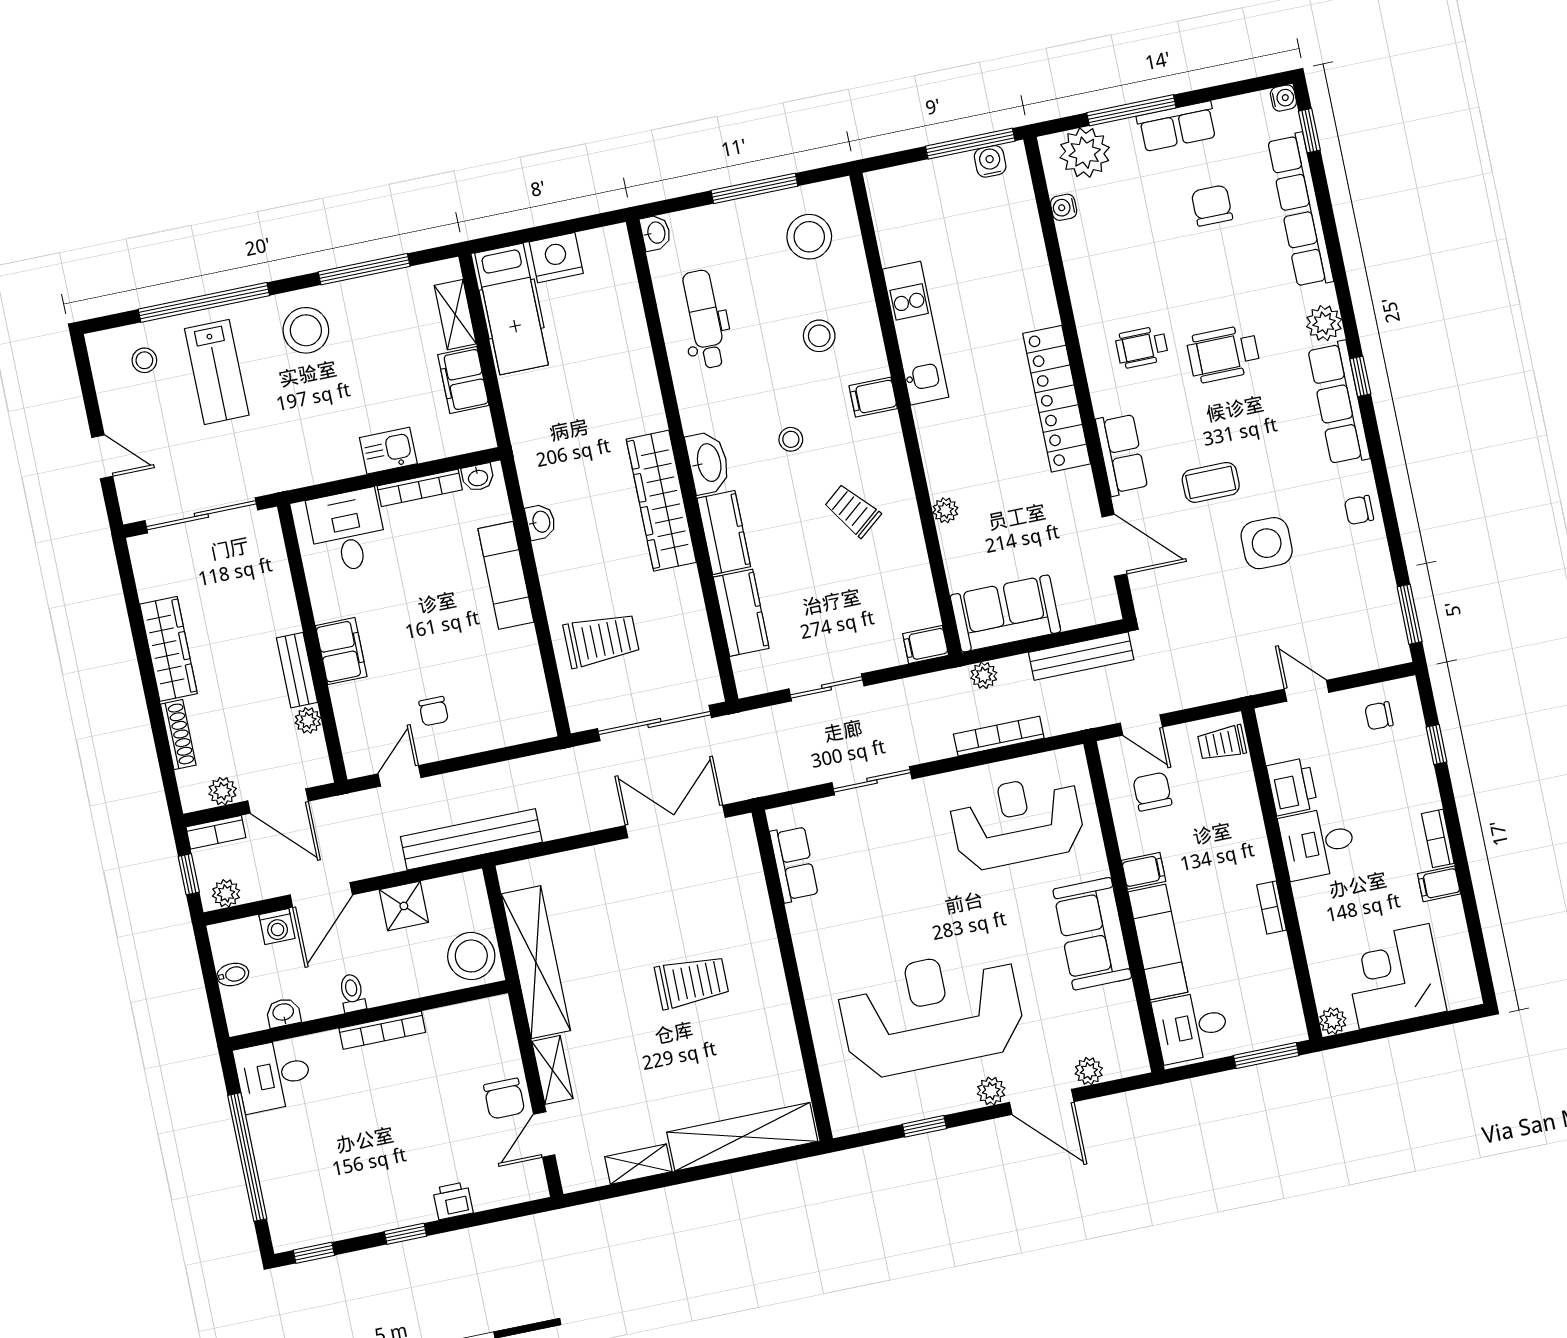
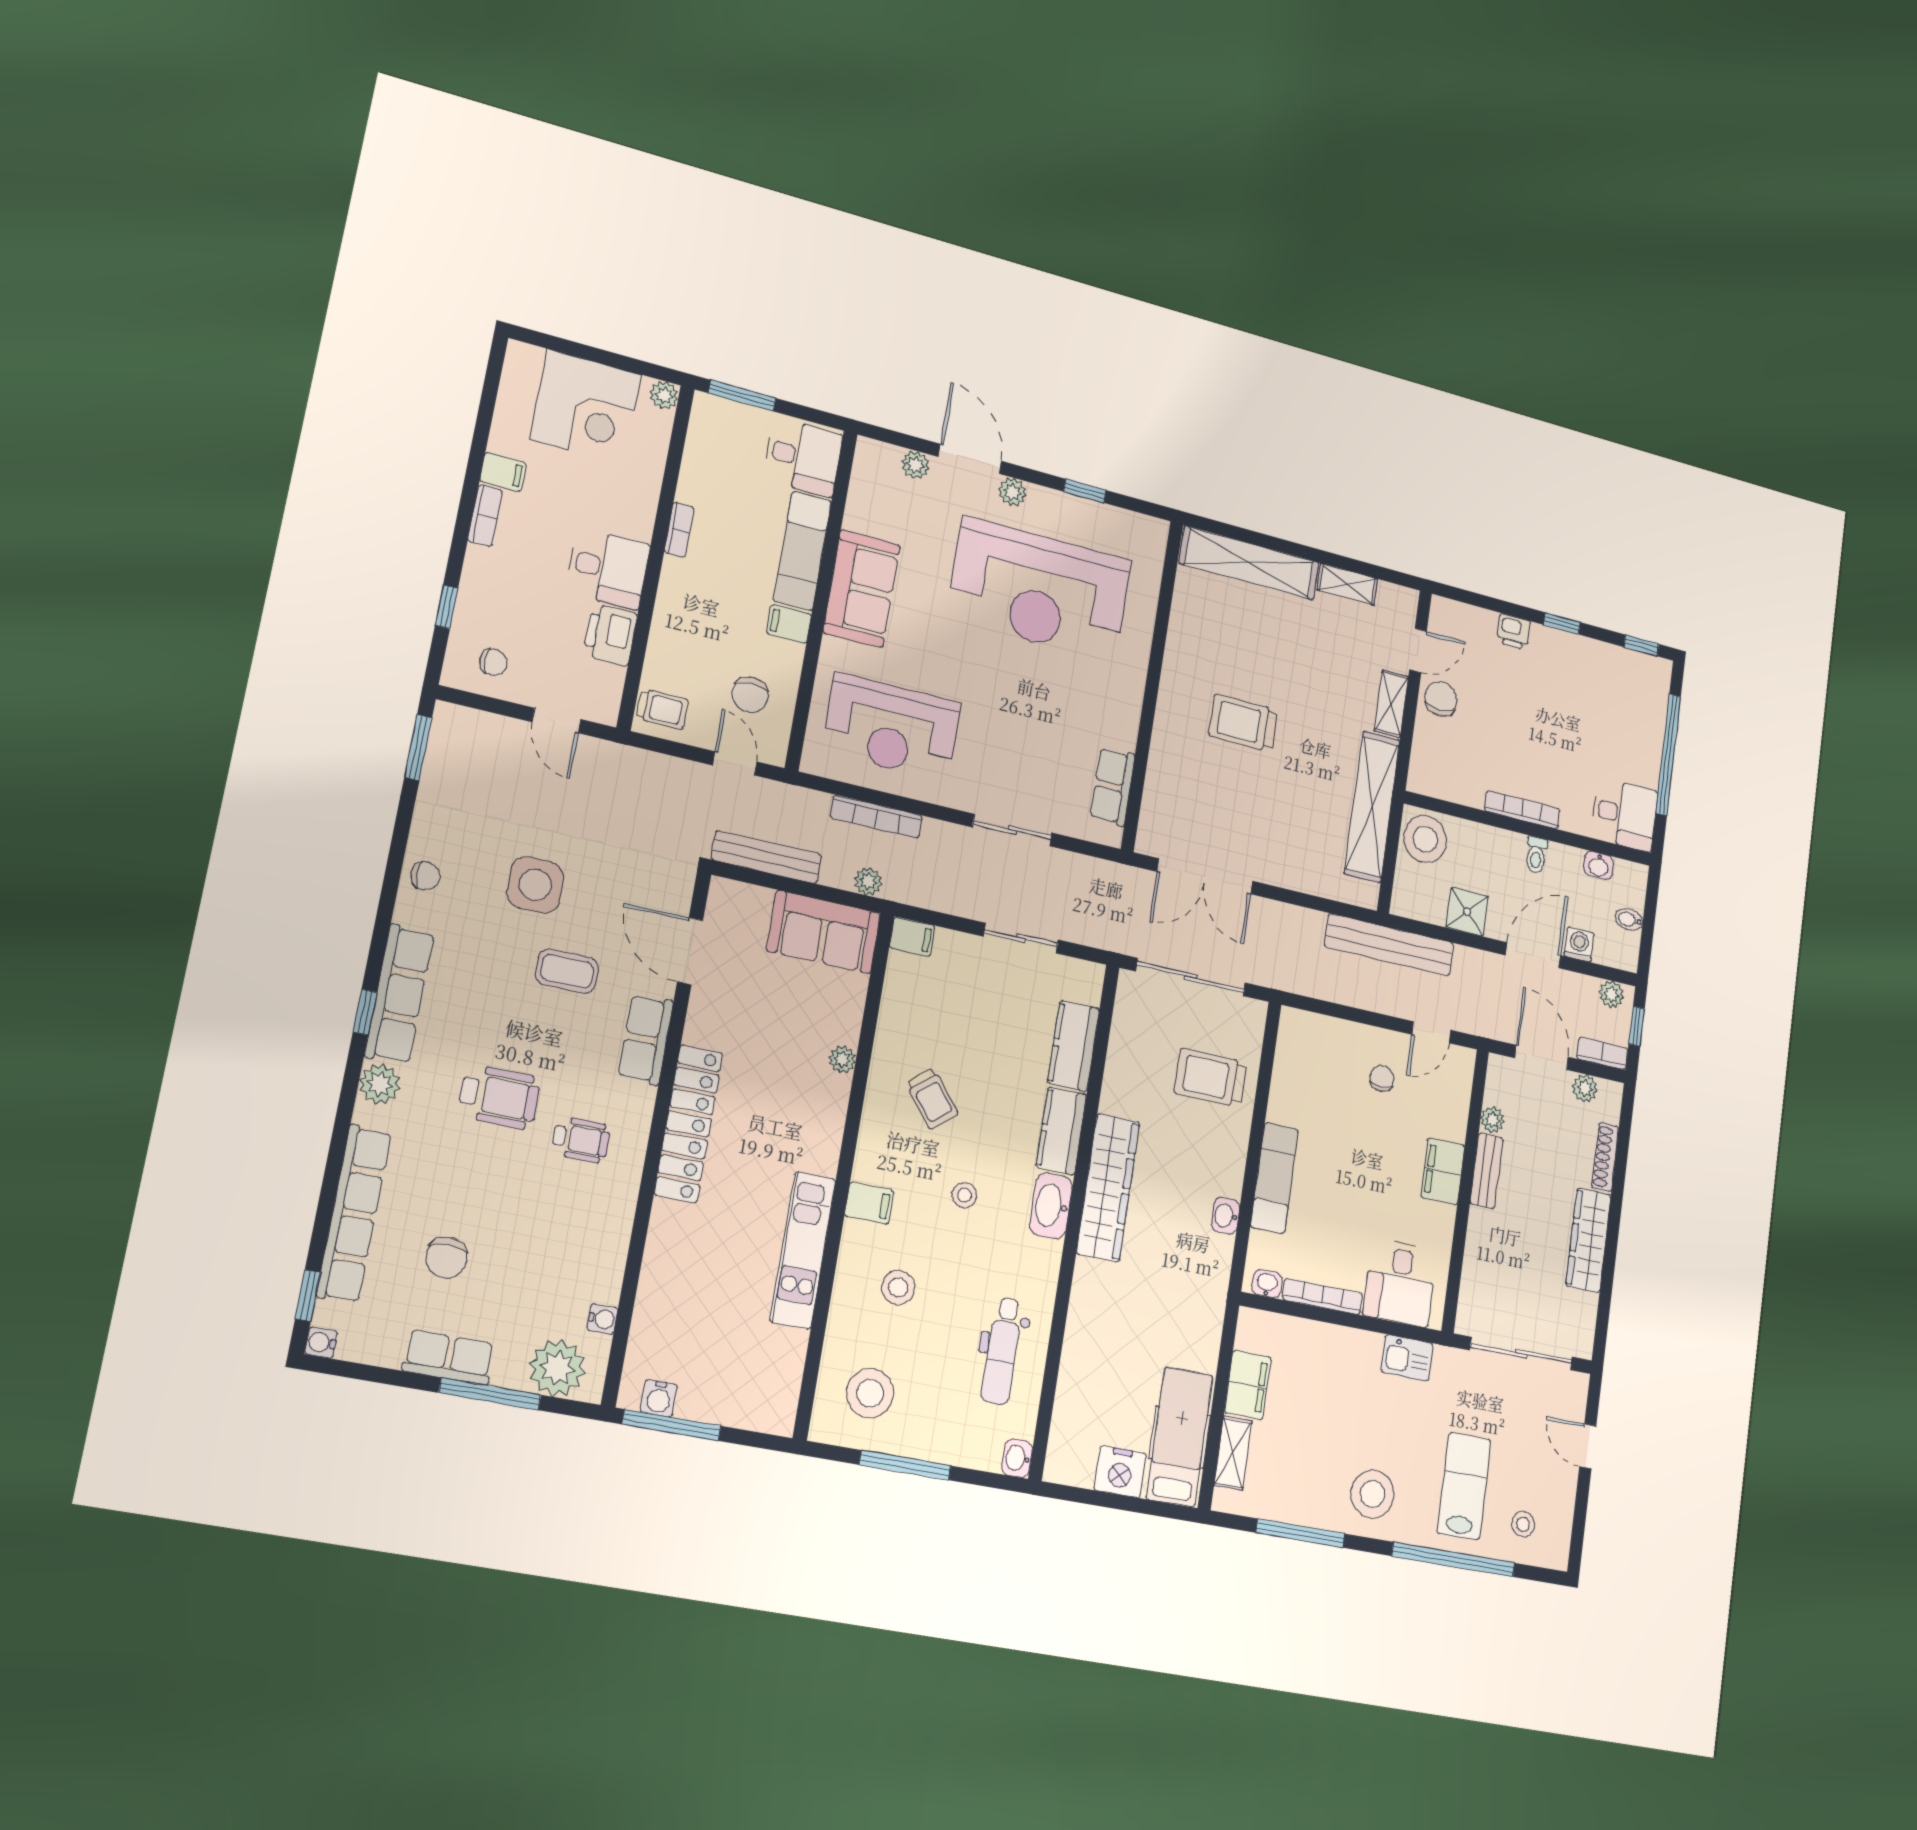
kitchen sink: (388, 451) -> (1407, 1358), moved

